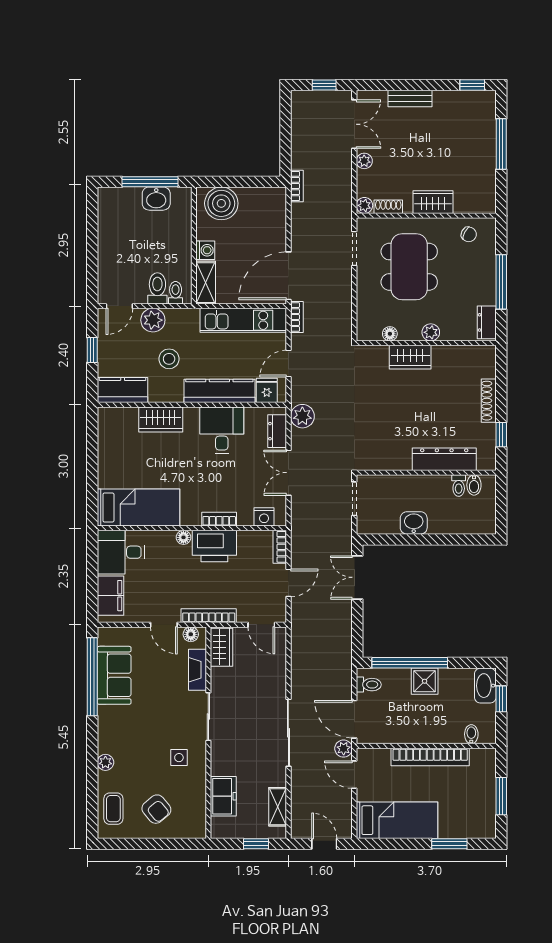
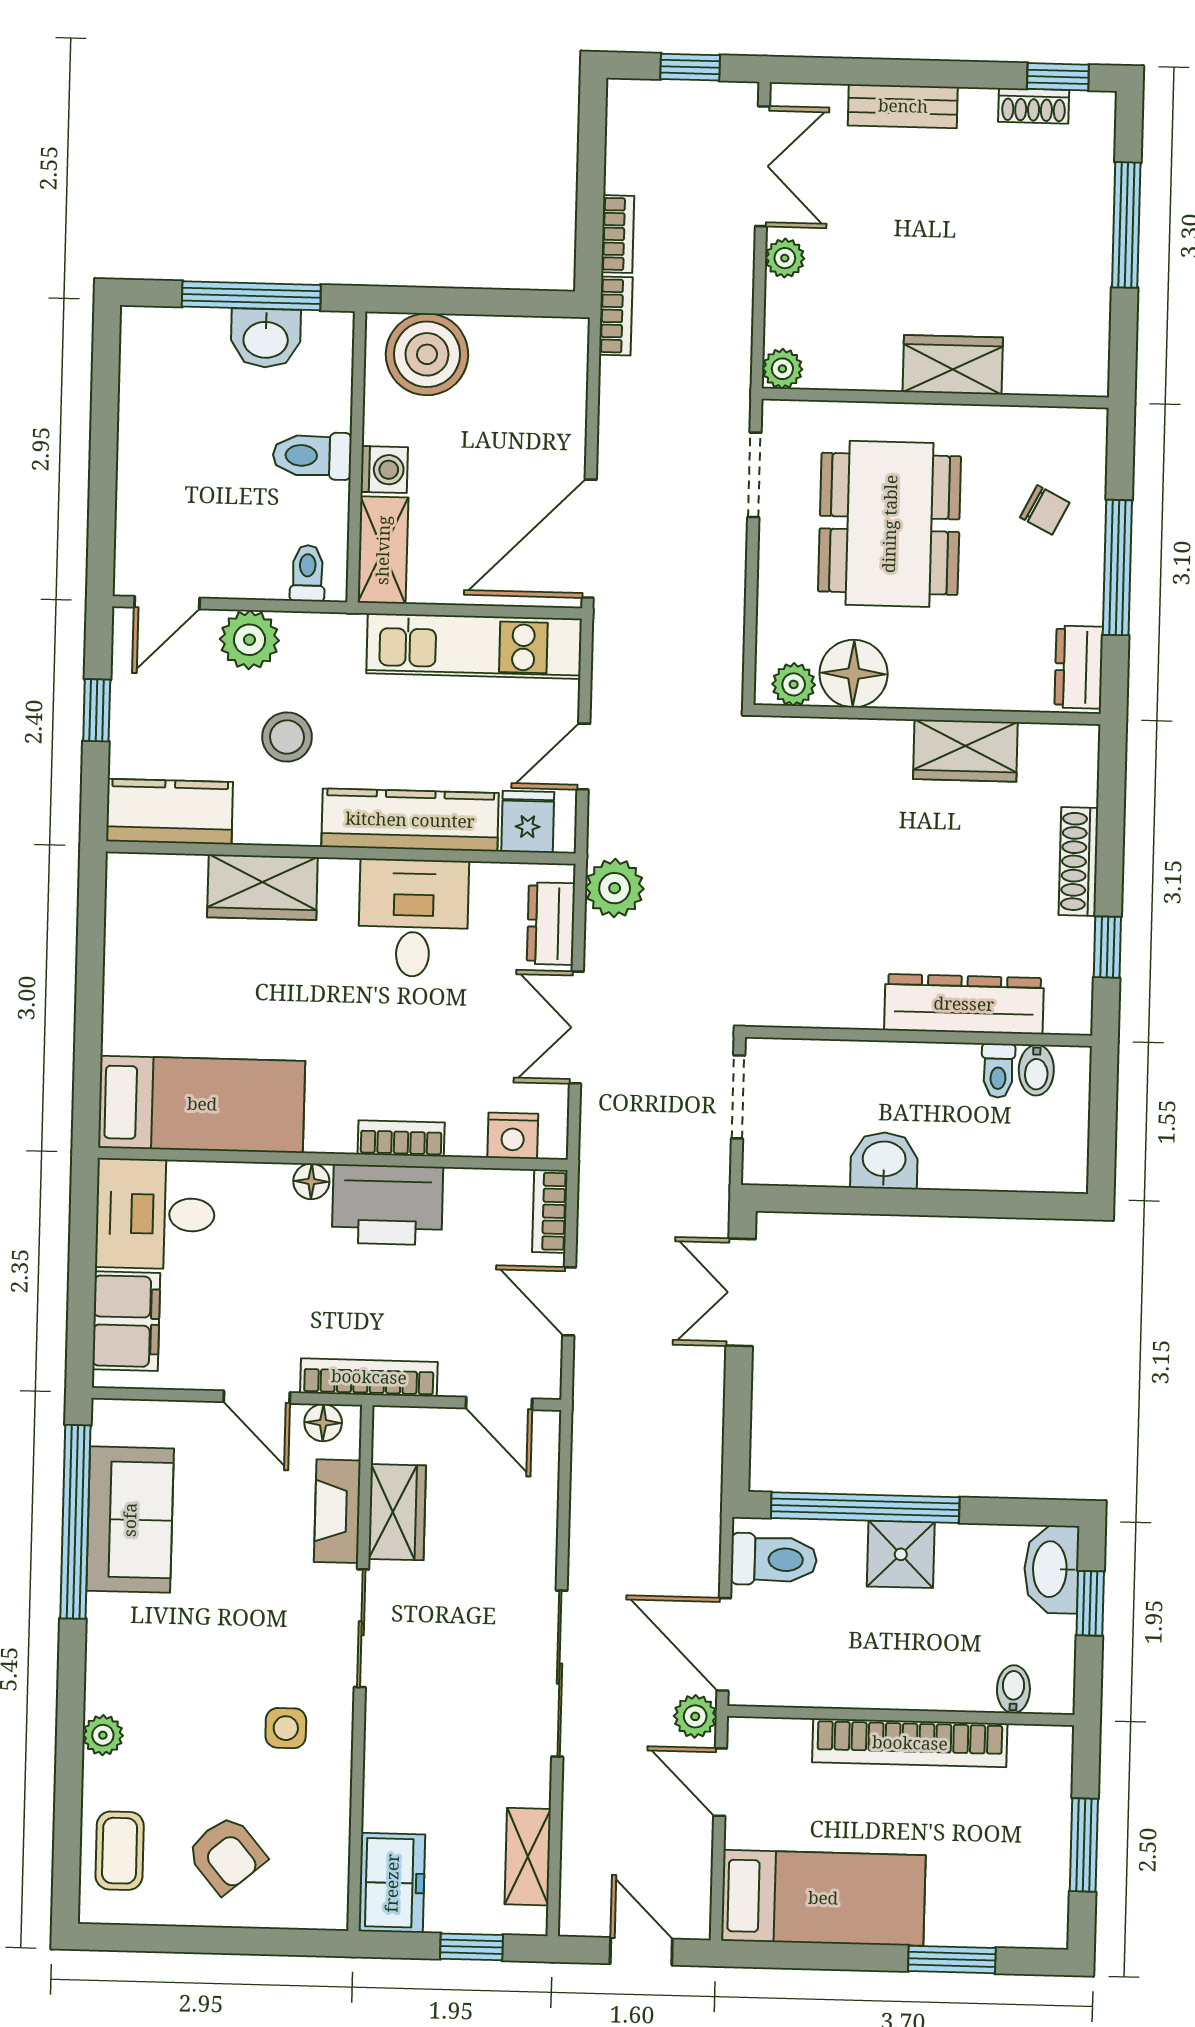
shoe rack: (388, 207) -> (1034, 106), moved, turned 180
chair: (469, 234) -> (1045, 510), moved
toilet: (157, 288) -> (312, 456), moved, turned -90
bookcase: (297, 317) -> (618, 234), moved
plant: (431, 332) -> (794, 684), moved
floor lamp: (390, 334) -> (854, 674), width x1.89, depth x1.89
wardrobe: (410, 357) -> (965, 751), moved
door: (288, 583) -> (569, 1301), swing flipped
wardrobe: (221, 647) -> (397, 1512), moved
toilet: (369, 685) -> (774, 1559), width x1.37, depth x1.39
freezer: (223, 796) -> (392, 1883), moved

